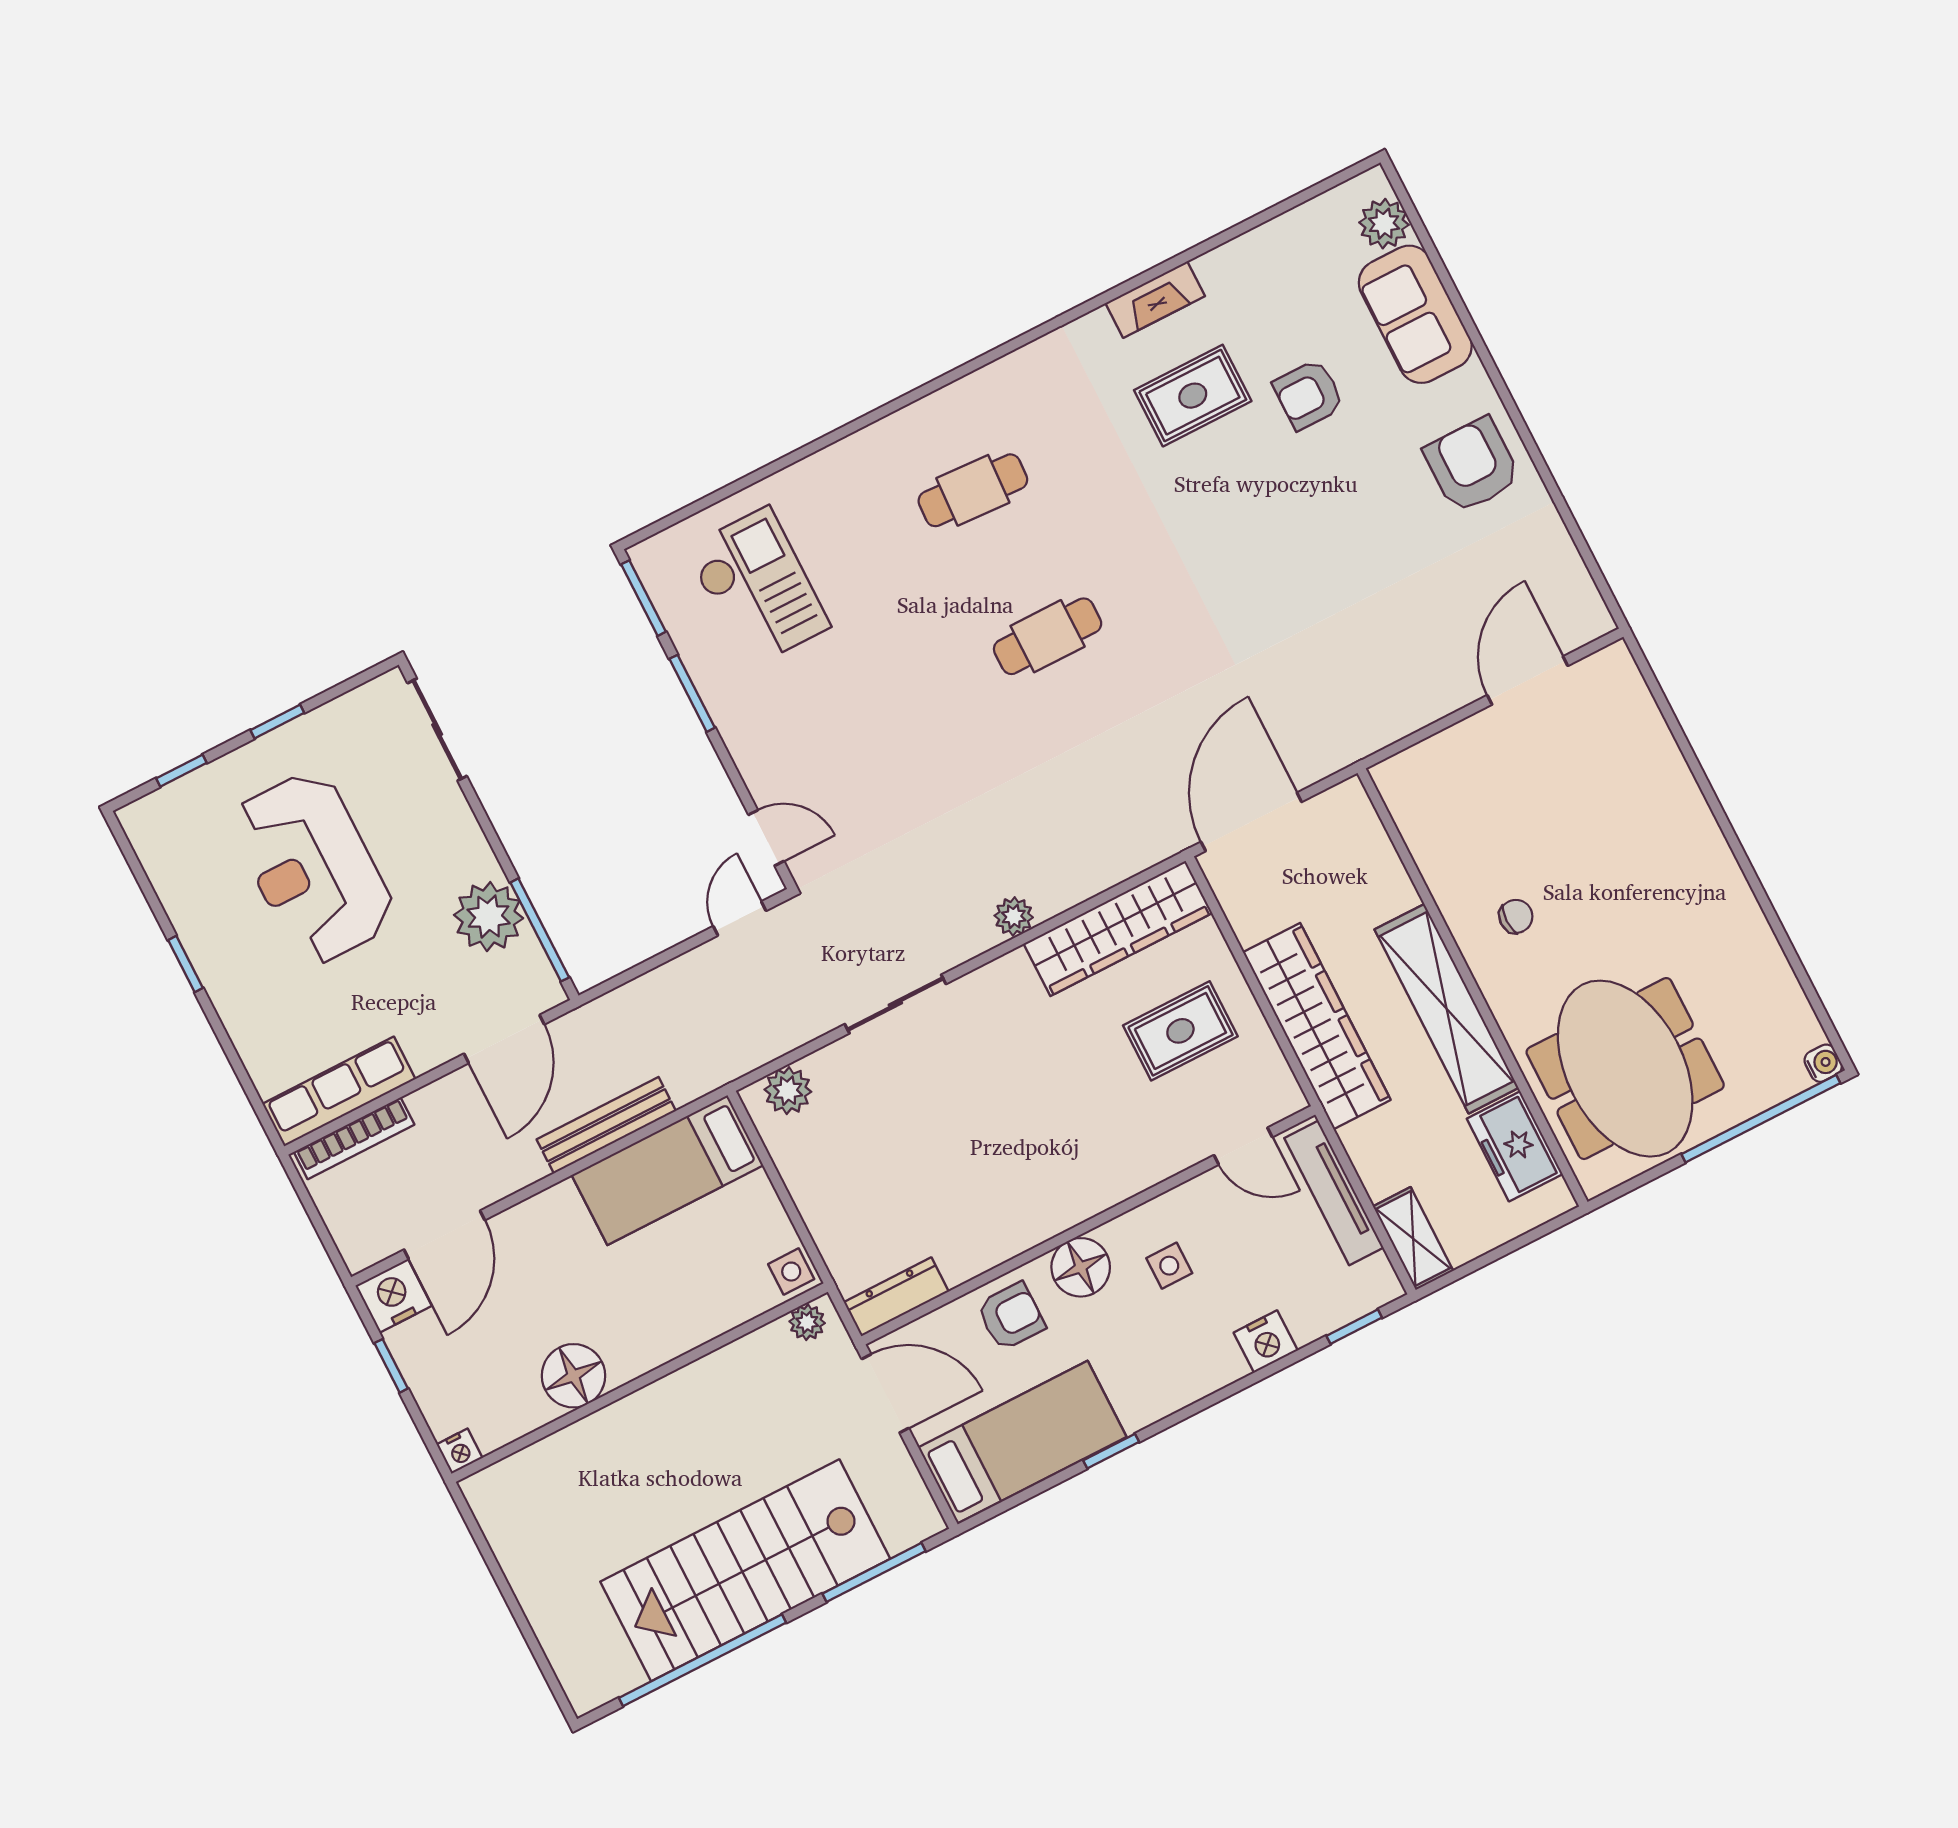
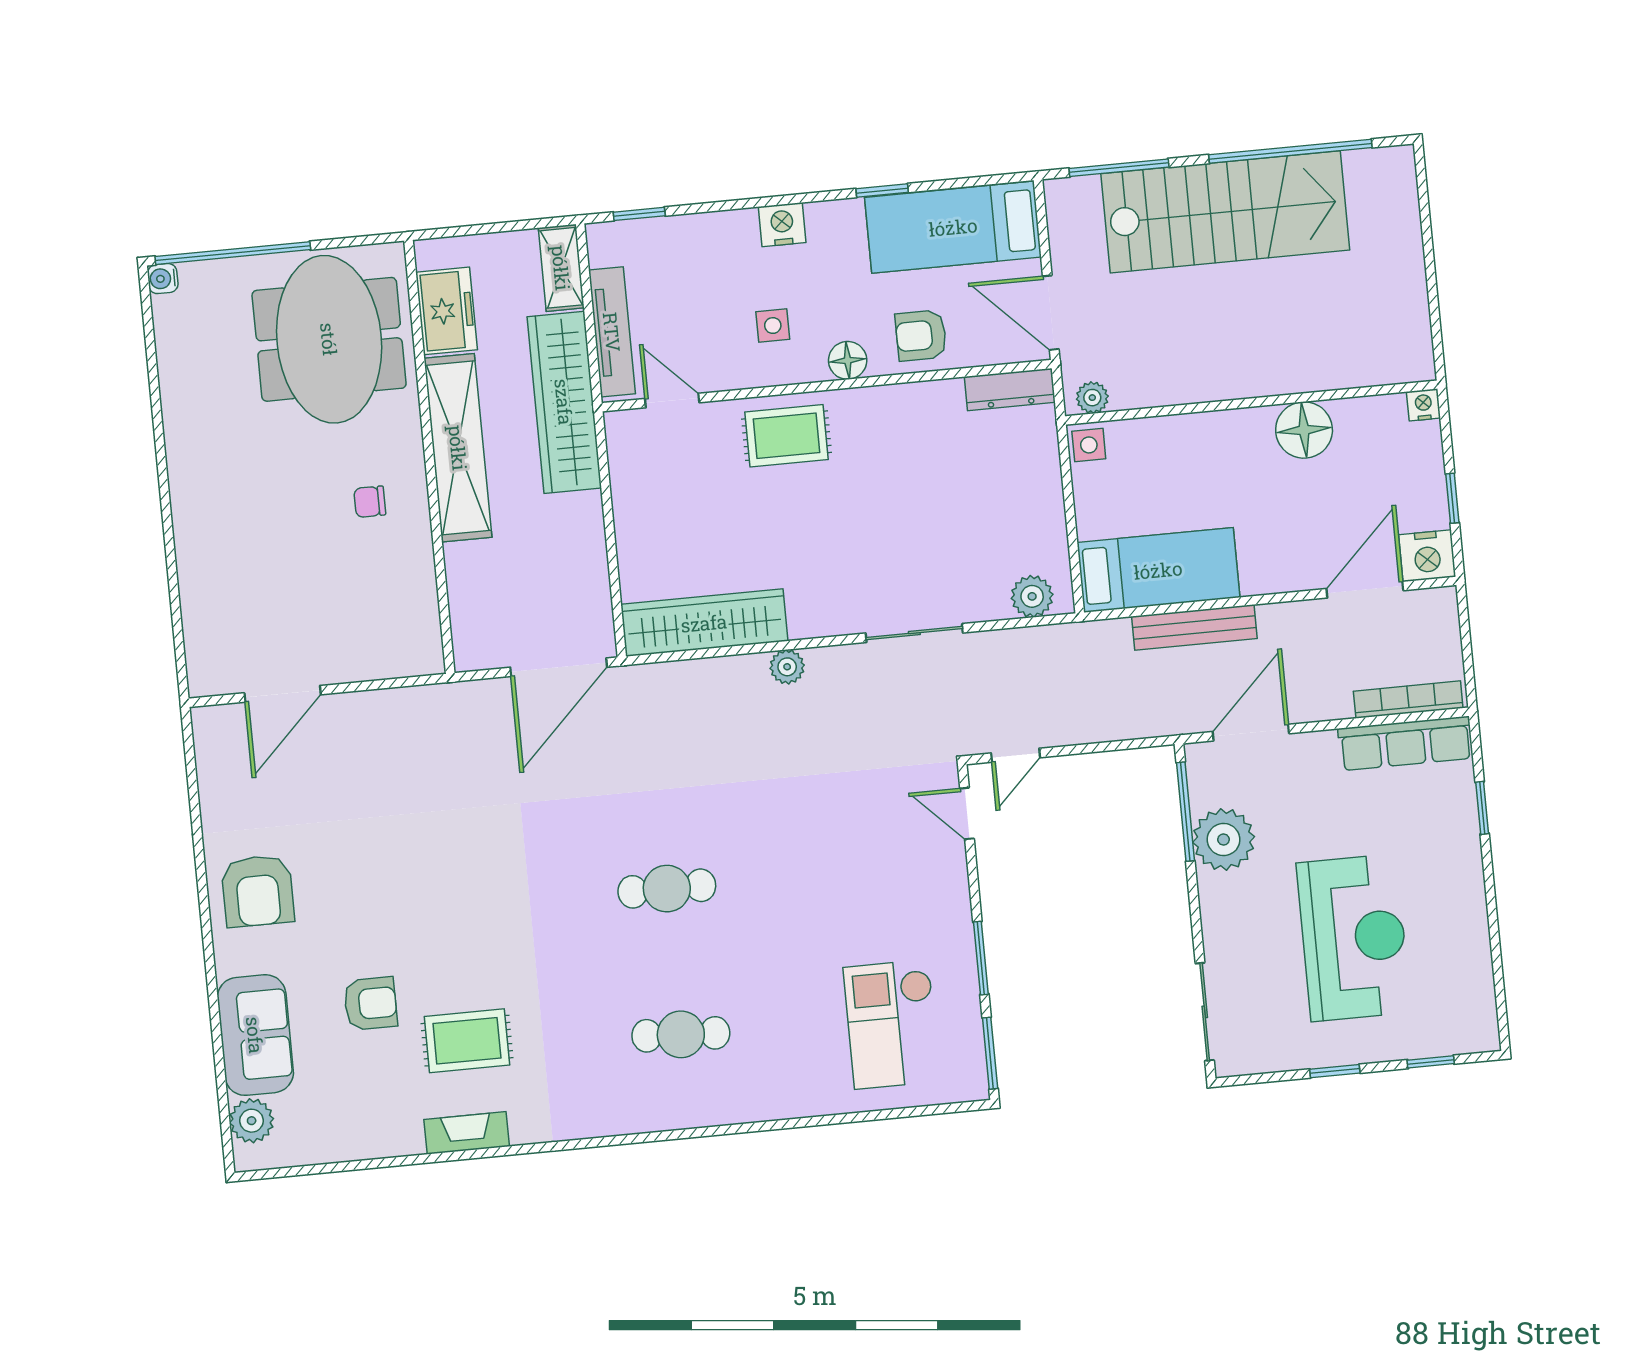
window: (185, 964) -> (1482, 808), moved
wardrobe: (1317, 1026) -> (564, 402), moved
rug: (1180, 1031) -> (787, 436), moved
floor lamp: (1081, 1267) -> (848, 360), width x0.73, depth x0.73
nightstand: (1266, 1341) -> (782, 225), moved

